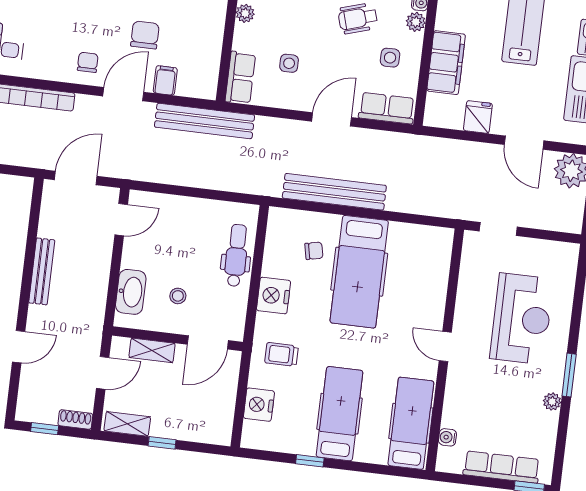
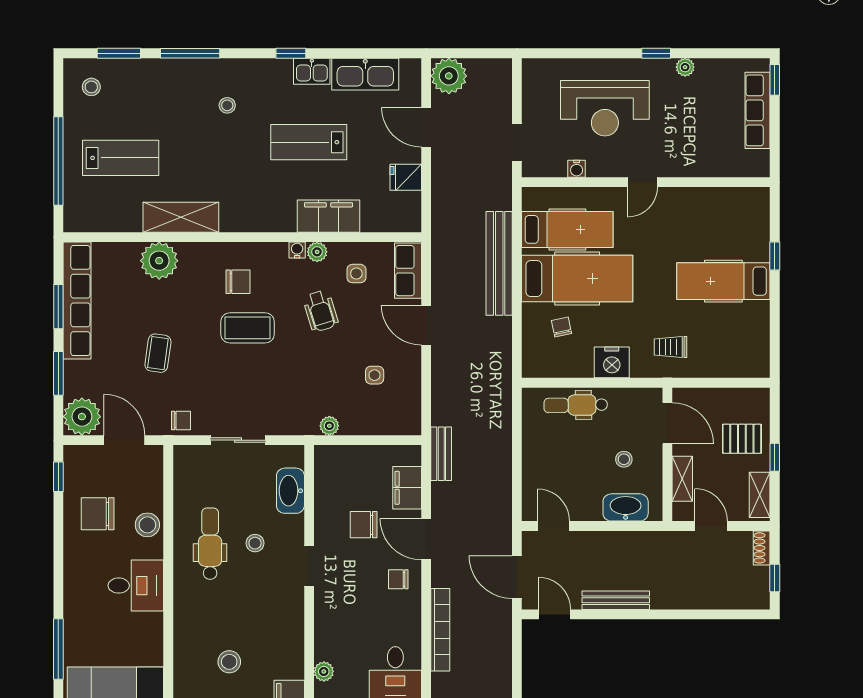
filing cabinet: (446, 63) -> (329, 216), moved
row of seats: (240, 78) -> (395, 423), removed
filing cabinet: (165, 80) -> (407, 488), width x2.00
bench: (205, 121) -> (441, 454), width x0.54, depth x0.82
door: (524, 143) -> (426, 127), swing flipped
bench: (334, 192) -> (499, 263), moved
reception desk: (522, 319) -> (605, 108), turned 180
door: (19, 347) -> (555, 614), moved
trolley: (282, 354) -> (670, 347), turned 90
window: (569, 375) -> (656, 53), width x0.67
nightstand: (259, 405) -> (724, 364), removed
pallet: (184, 413) -> (742, 439), added
hospital bed: (411, 423) -> (567, 229), moved, turned 180
water cooler: (447, 437) -> (577, 169), moved
window: (310, 461) -> (775, 256), moved

